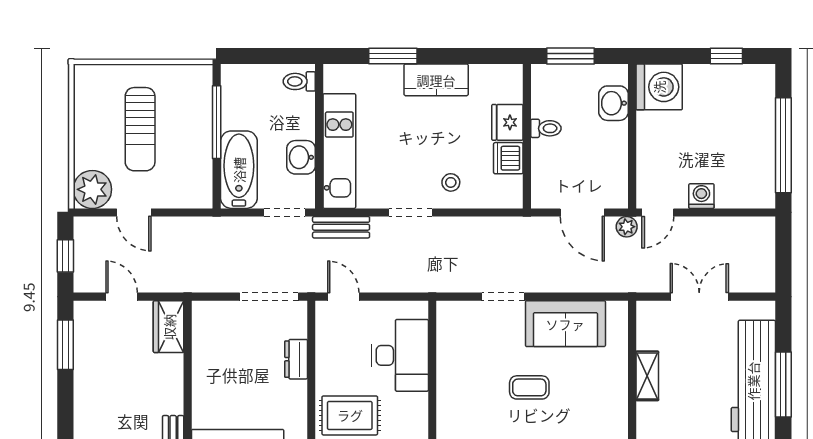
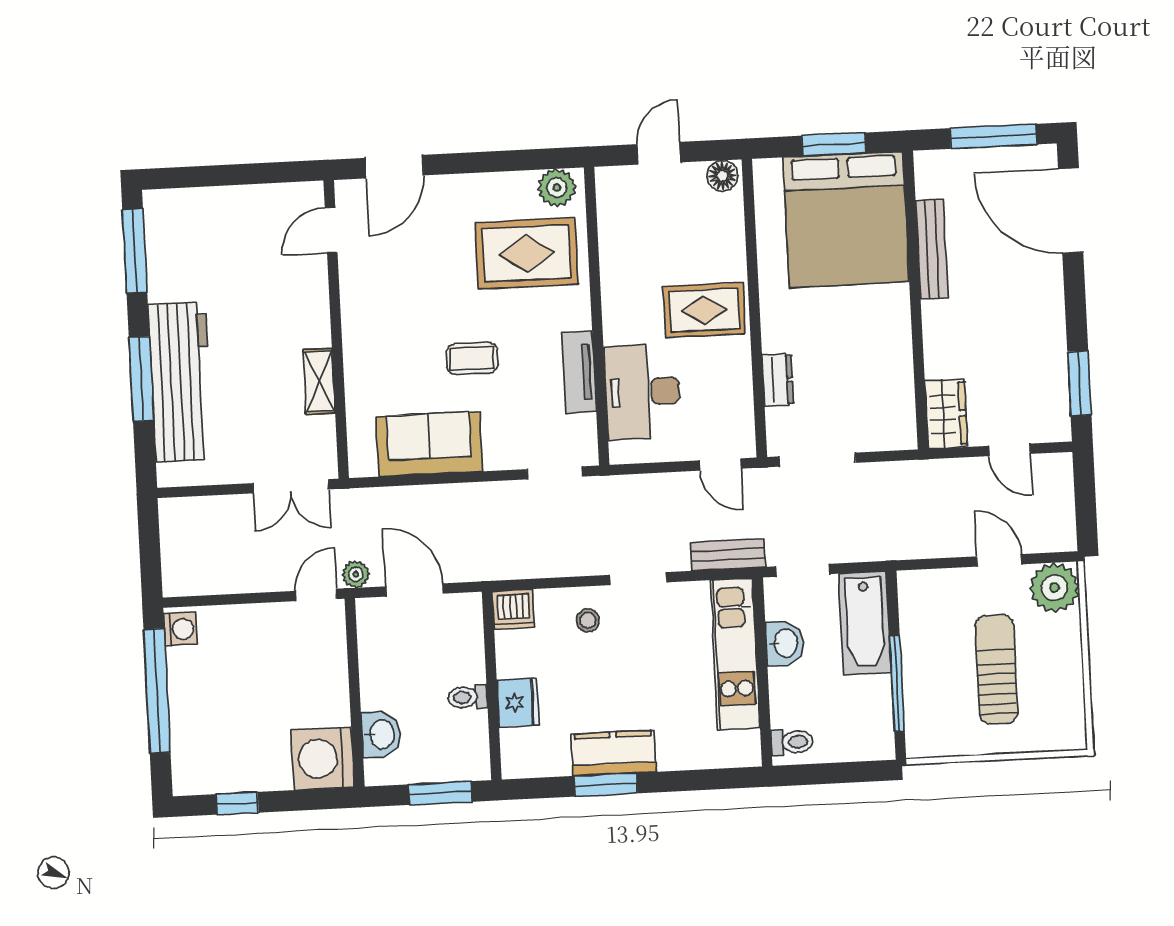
window: (393, 56) -> (606, 785), moved
dishwasher: (508, 158) -> (513, 609), moved, turned 90
washing machine: (701, 196) -> (180, 629), moved, turned -90
window: (65, 256) -> (1085, 499), removed
doorway: (503, 297) -> (555, 473), moved
double door: (699, 297) -> (291, 486), moved
tv unit: (448, 373) -> (579, 372), added

